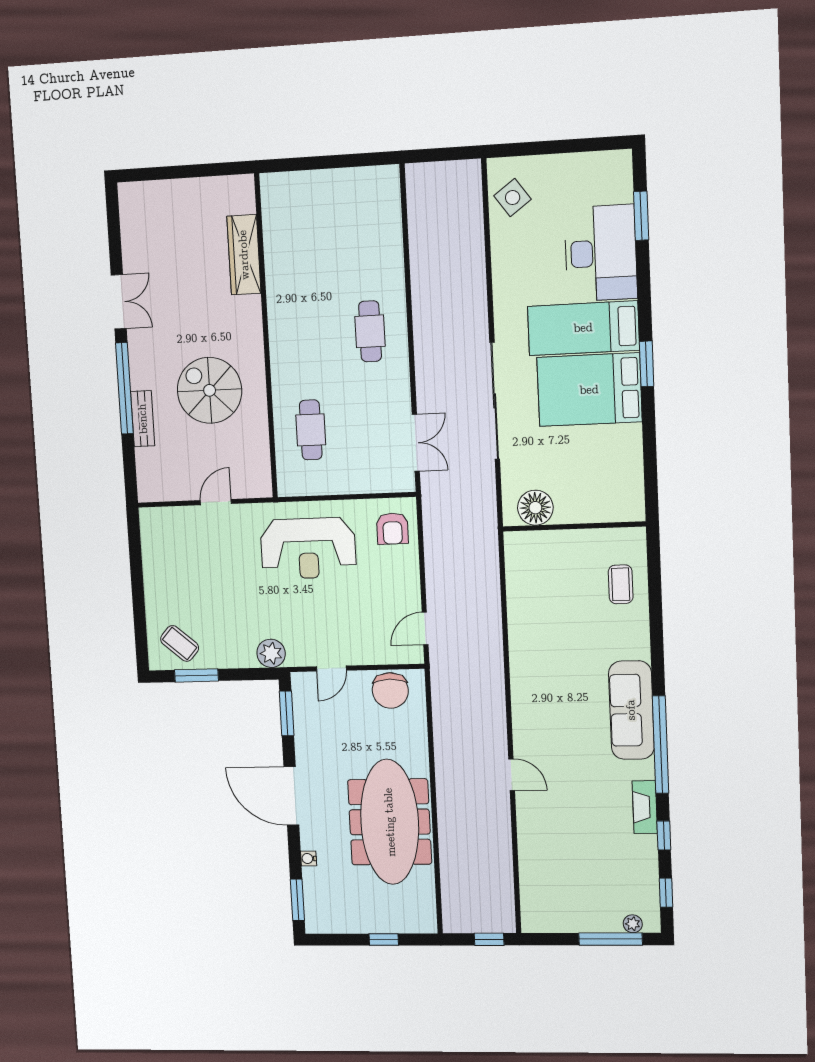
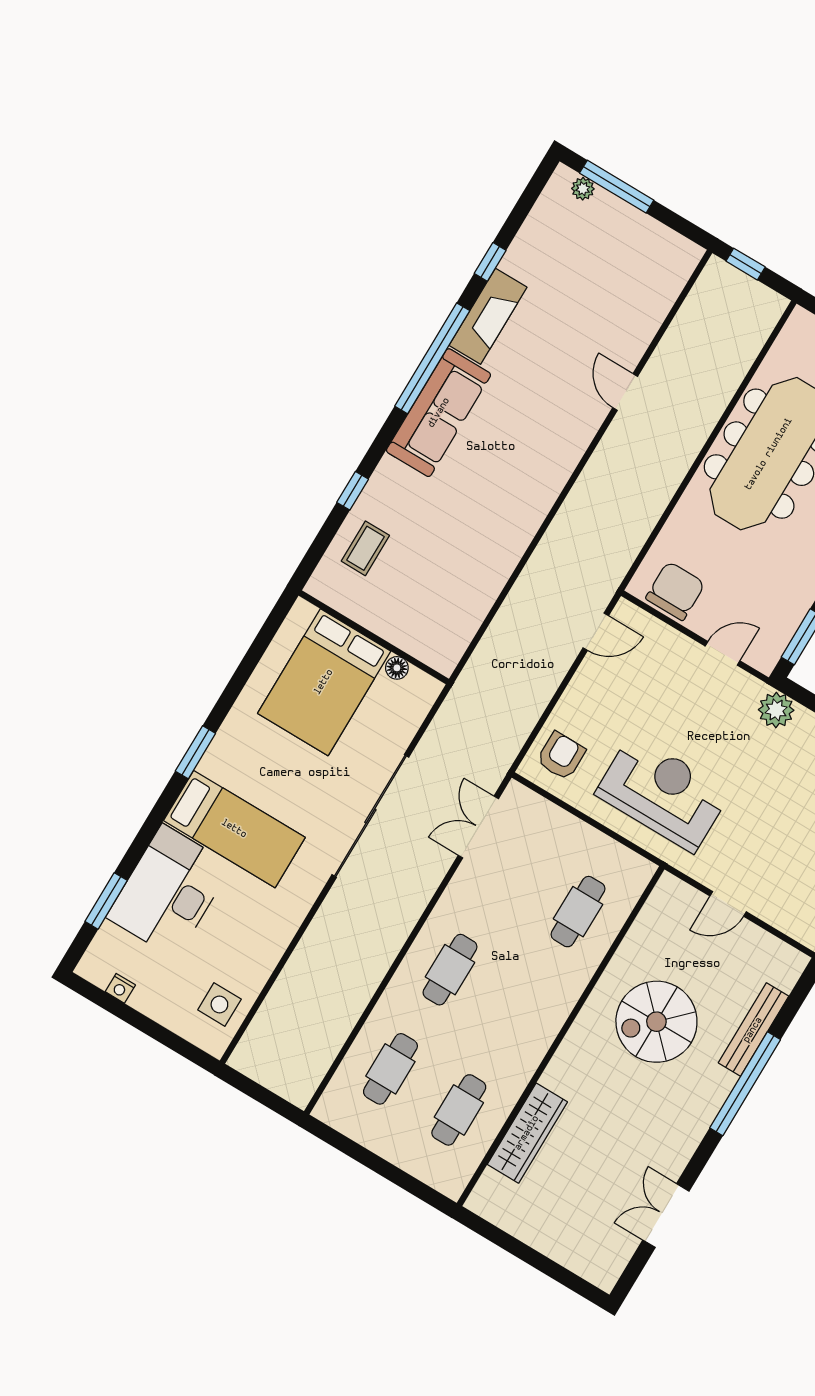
nightstand: (590, 161) -> (120, 988), added
side table: (513, 198) -> (219, 1004), turned 36
cafe table: (365, 235) -> (390, 1069), added
cafe table: (300, 238) -> (459, 1110), added
double door: (119, 302) -> (666, 1216), moved
spiral stairs: (210, 390) -> (656, 1022), turned 90
bed: (589, 390) -> (324, 682), moved, turned 90
bench: (143, 419) -> (753, 1030), width x1.36
floor lamp: (535, 508) -> (397, 668), width x0.53, depth x0.53
door: (512, 775) -> (625, 392), moved
fireplace: (645, 807) -> (488, 316), width x1.37, depth x1.32
window: (666, 893) -> (353, 491), moved

